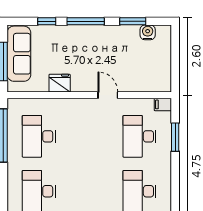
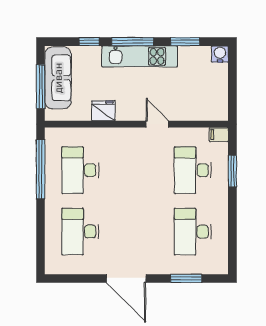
water cooler: (148, 32) -> (220, 54), moved
kitchen unit: (92, 34) -> (140, 56), added

